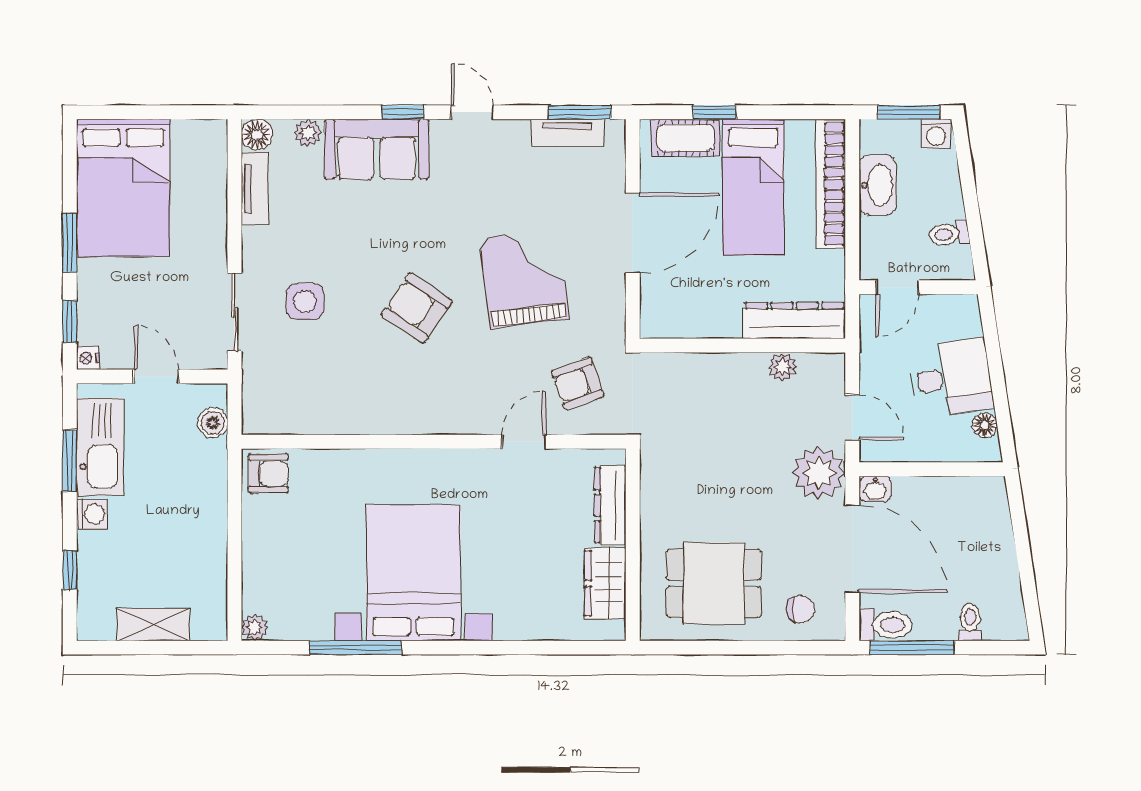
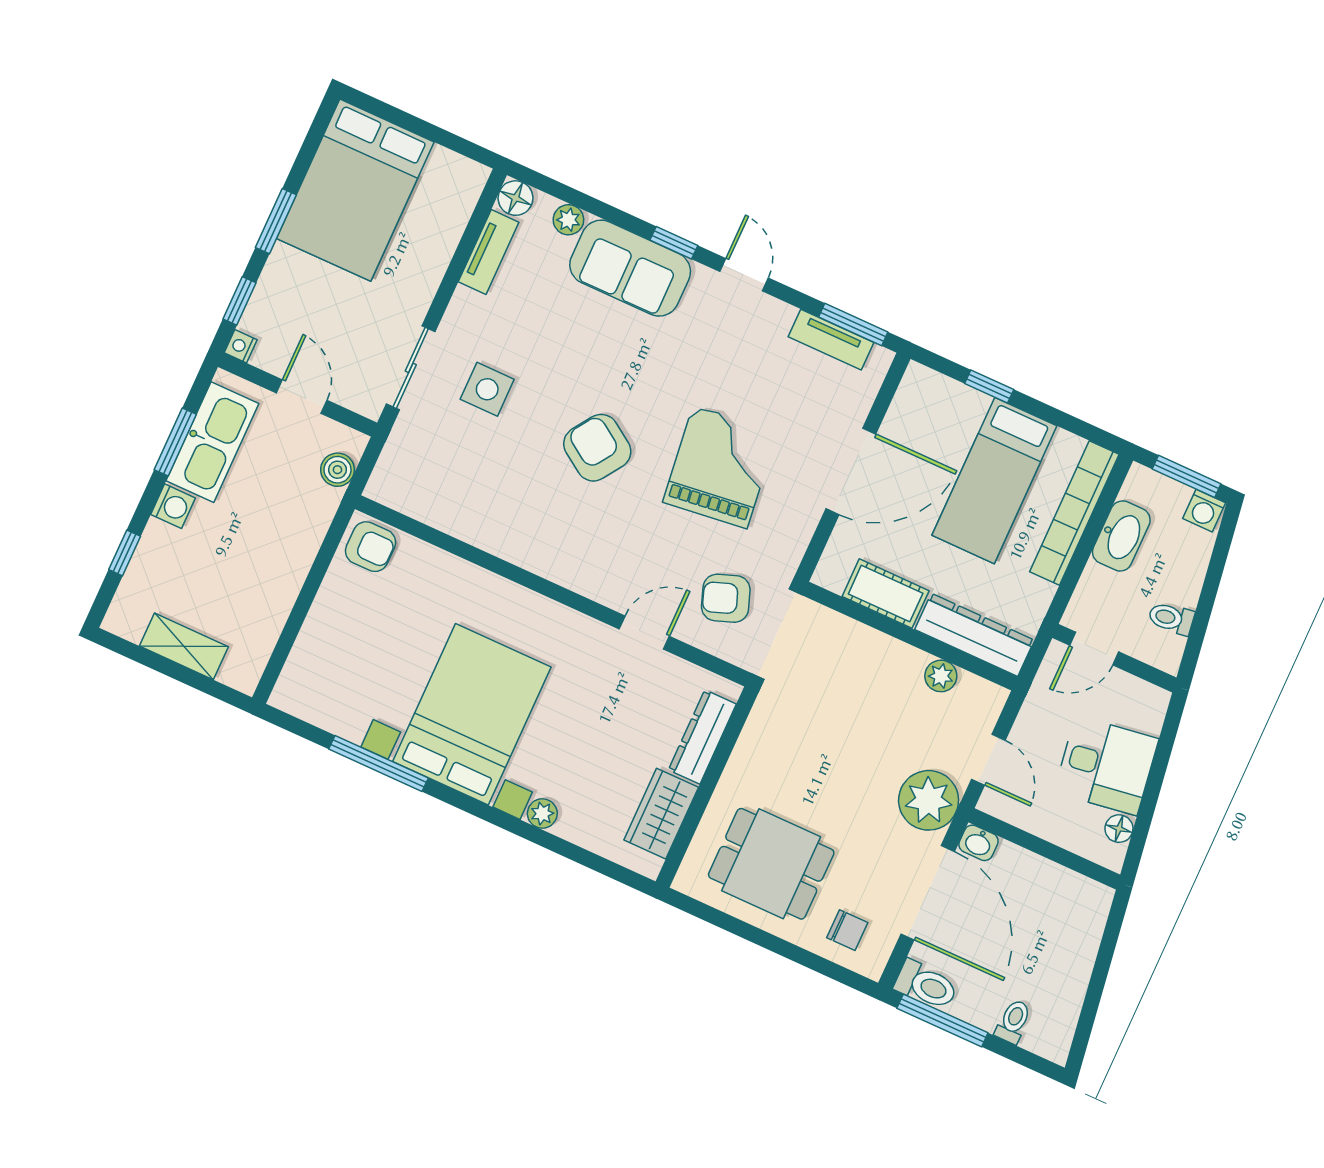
cot: (686, 138) -> (886, 594), moved
plant: (255, 627) -> (542, 813), moved

